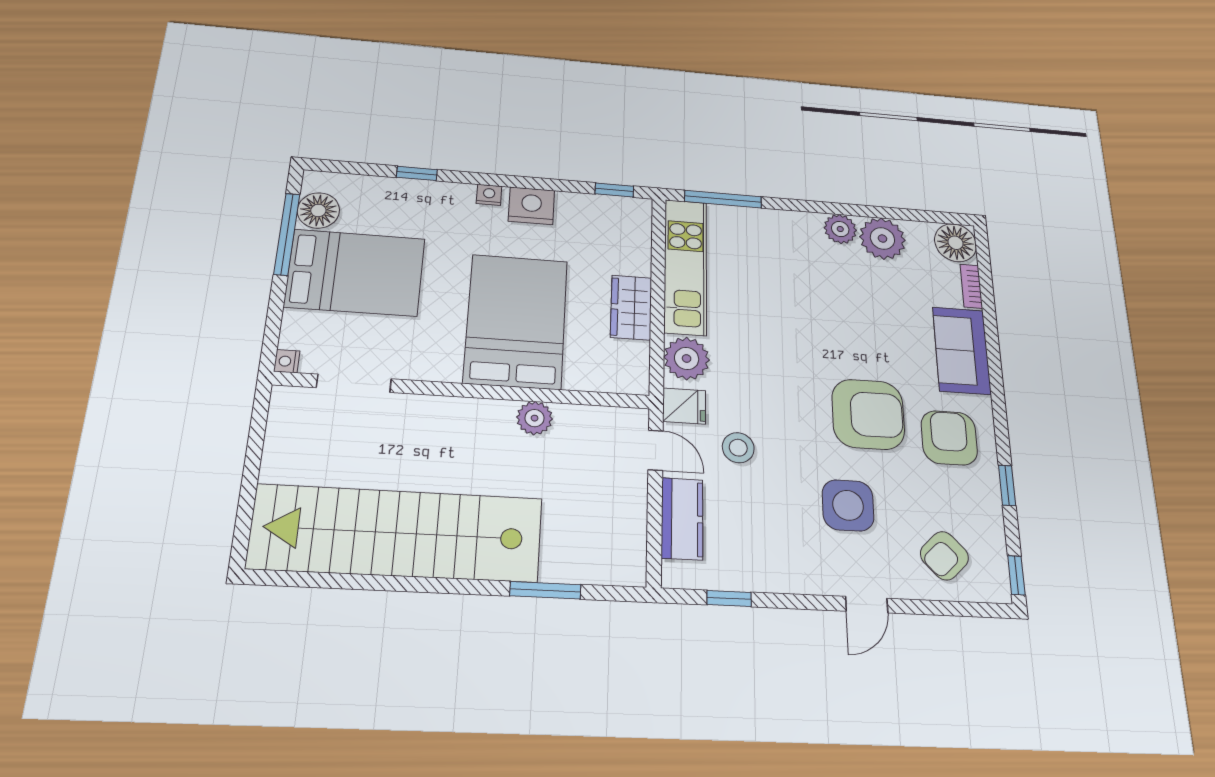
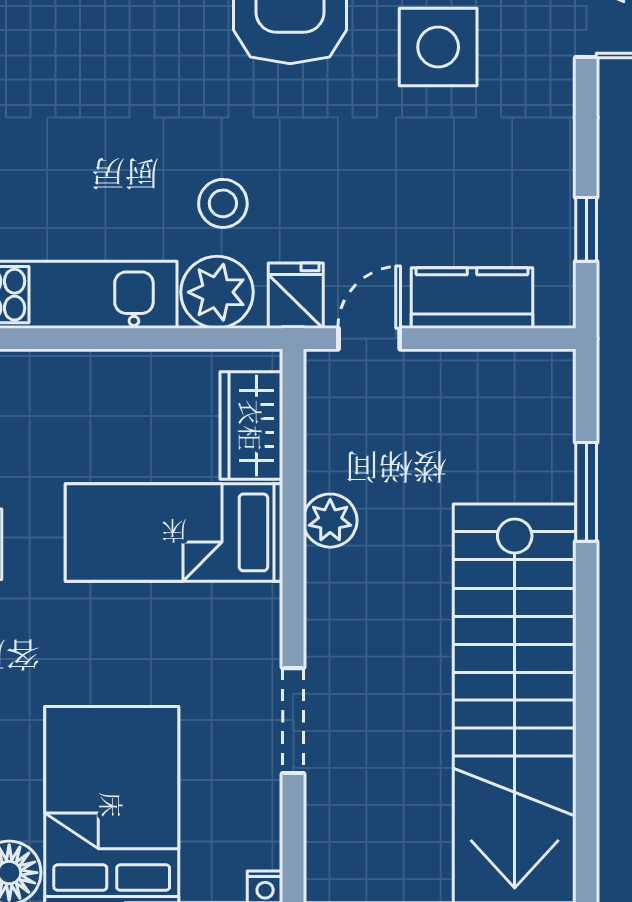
wardrobe: (631, 308) -> (251, 425), moved, turned 90
bed: (516, 321) -> (174, 532), width x0.67
doorway: (354, 383) -> (293, 721), moved
stool: (738, 448) -> (223, 203), moved

